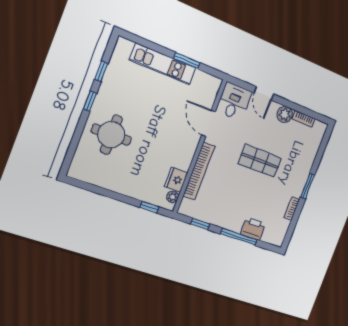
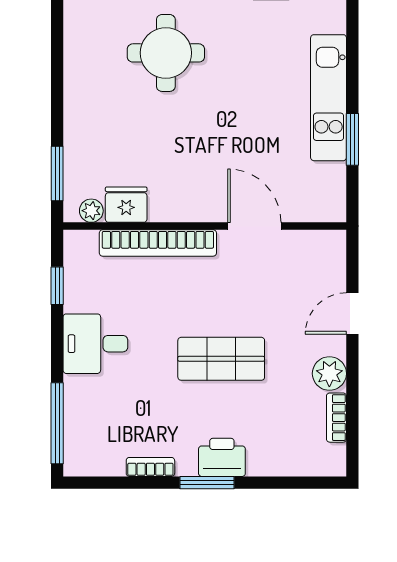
desk: (234, 101) -> (95, 344), moved, turned 180
door: (209, 123) -> (254, 226), hinge flipped
shop shelf: (260, 161) -> (221, 359), turned 90
window: (149, 207) -> (57, 173), width x1.50
printer: (253, 229) -> (222, 457), moved, turned -90
window: (239, 237) -> (57, 423), moved

